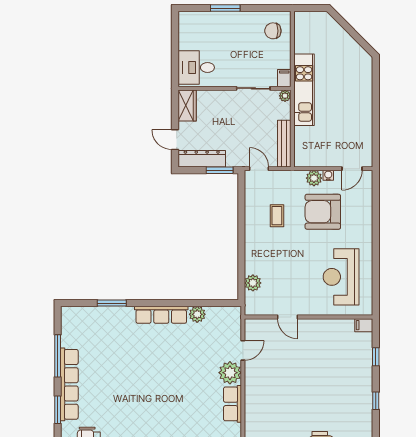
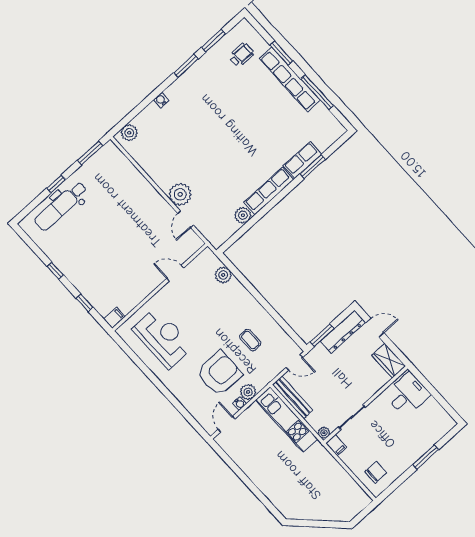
kitchen unit: (304, 90) -> (286, 420), moved
row of seats: (233, 404) -> (302, 160), moved, turned -90

